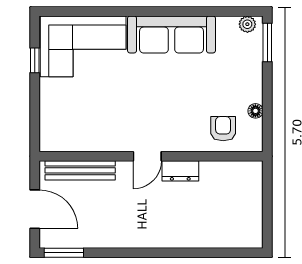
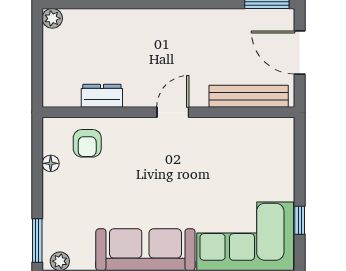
dresser: (180, 171) -> (102, 96), moved
plant: (254, 239) -> (52, 18), added

